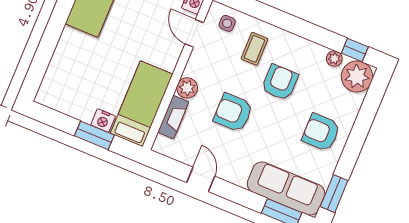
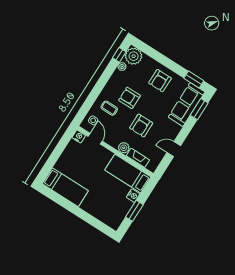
door: (194, 33) -> (95, 139), swing flipped
window: (94, 135) -> (134, 211), moved

